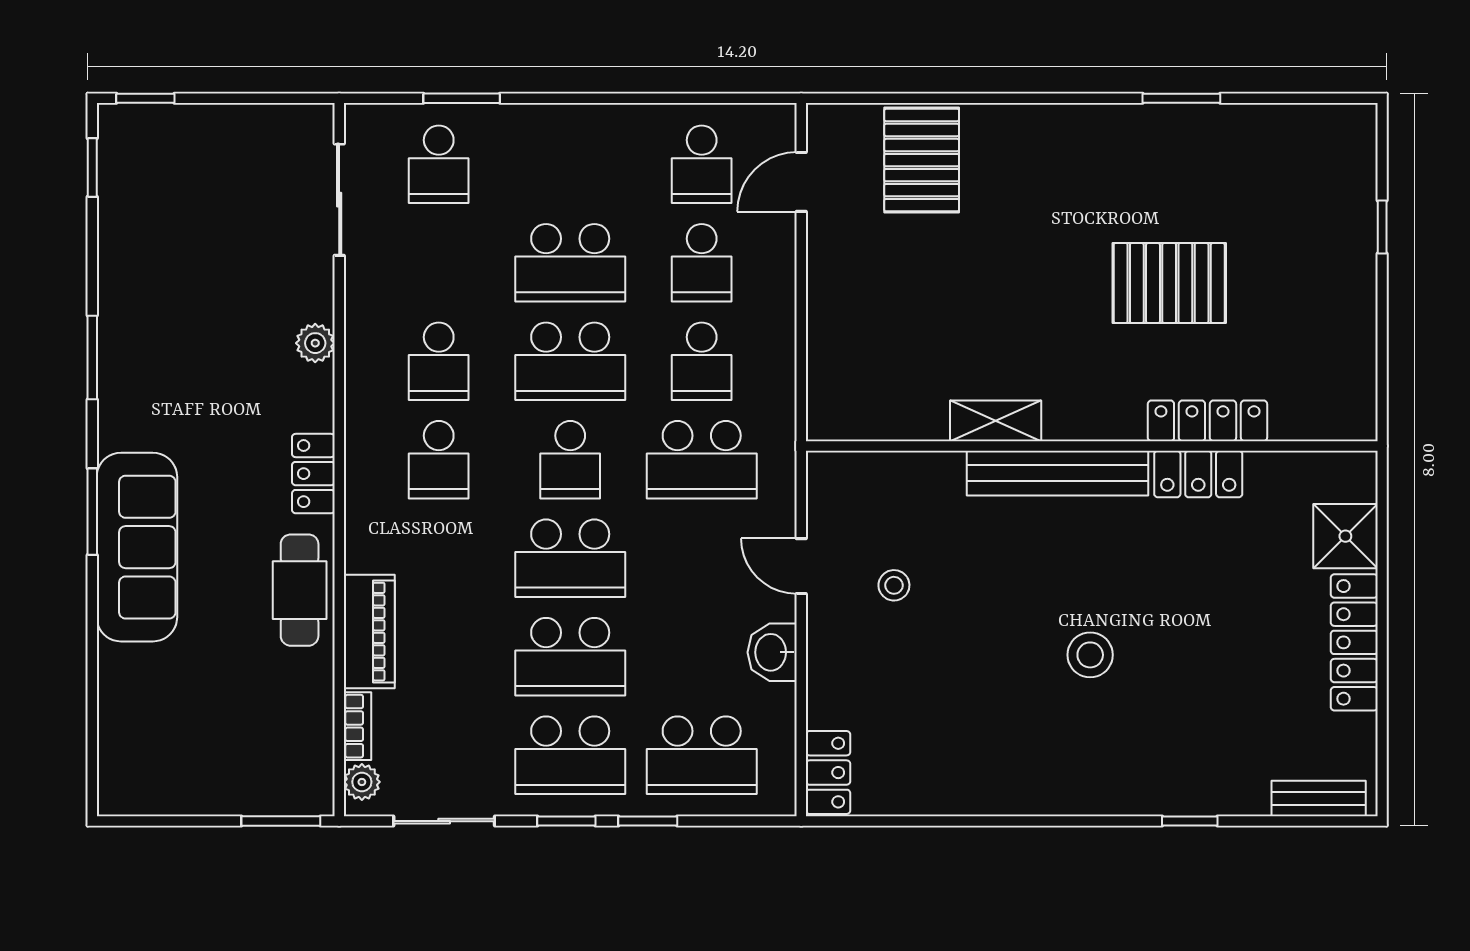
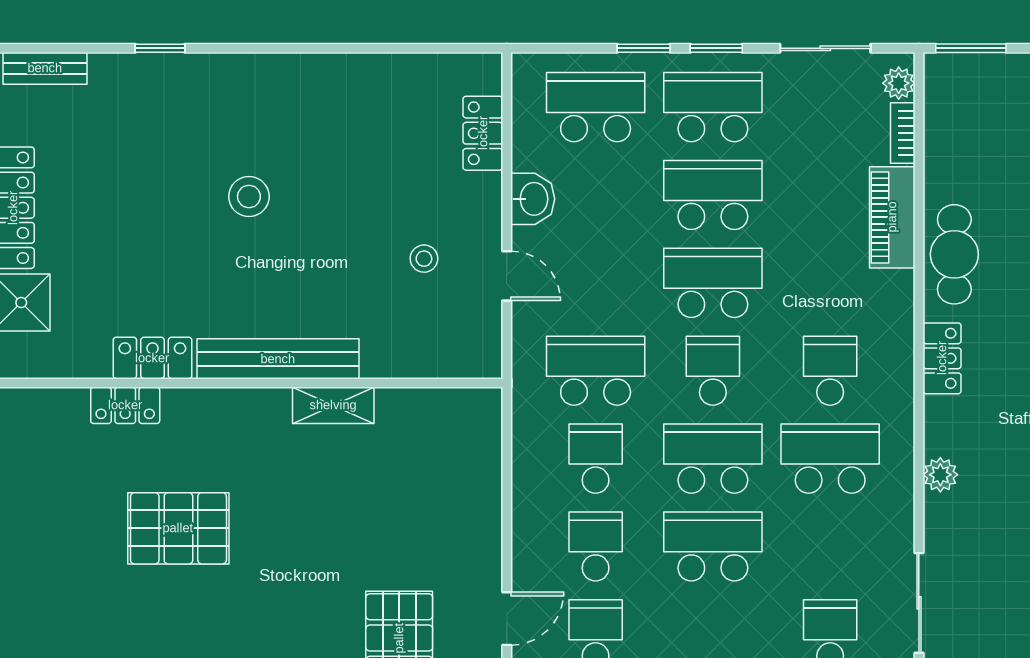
school desk: (439, 361) -> (830, 459), width x1.85
locker: (1207, 421) -> (125, 405), width x0.66
locker: (828, 773) -> (483, 133), moved

